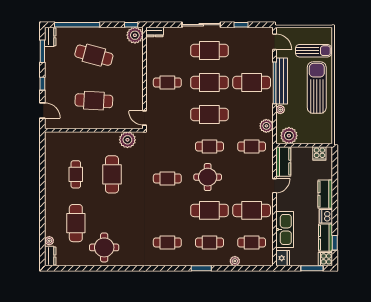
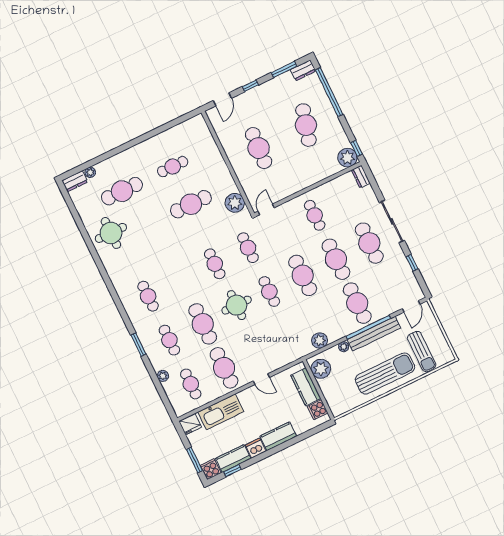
cafe table: (252, 146) -> (248, 248), moved
kitchen counter: (283, 162) -> (306, 387), moved, turned 90

